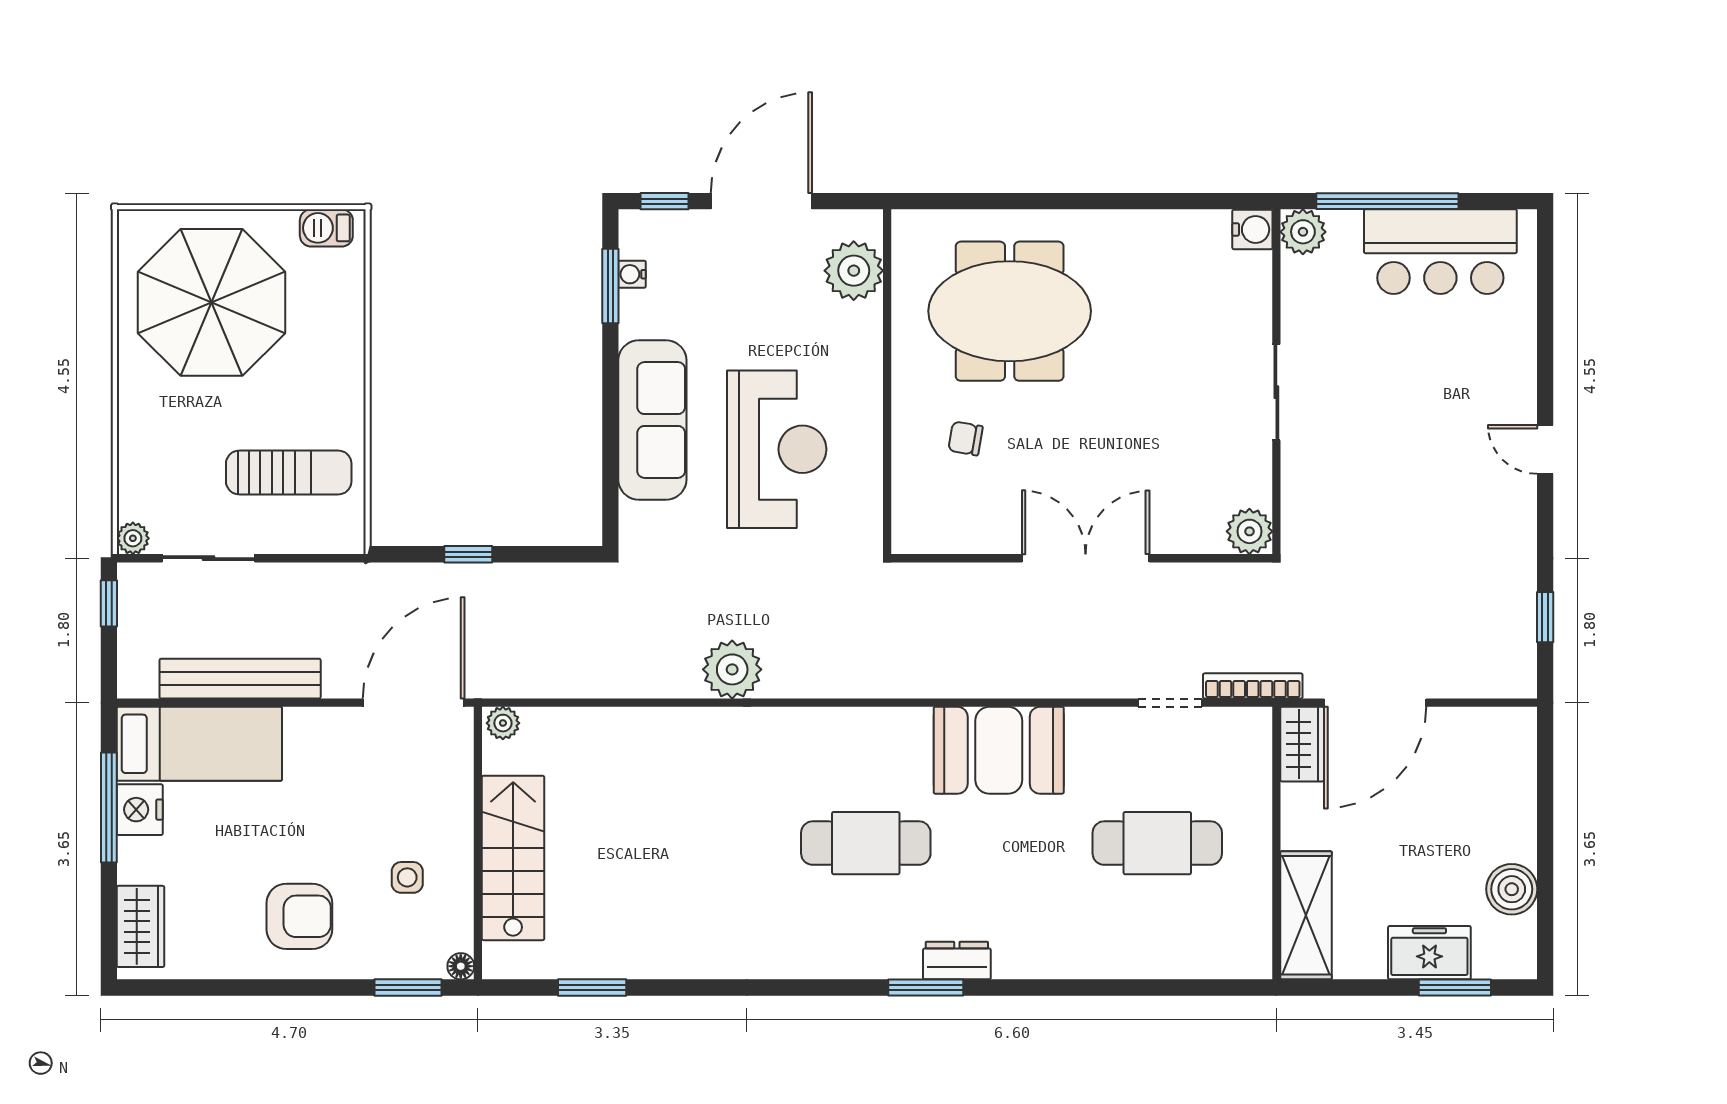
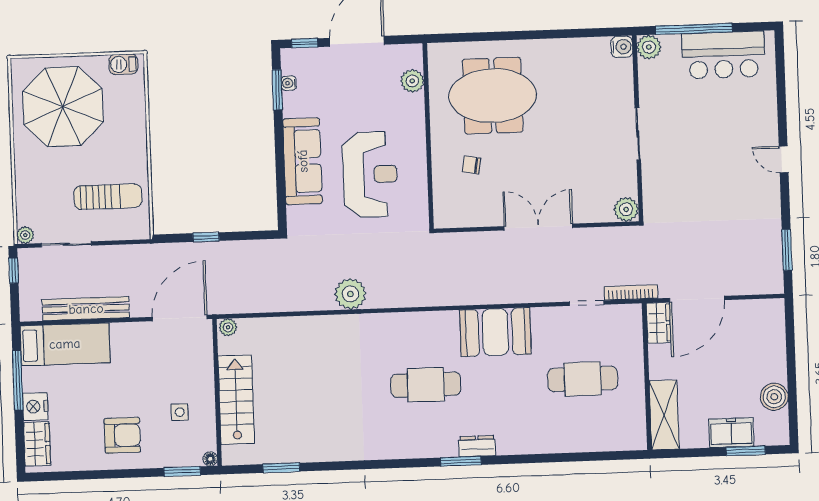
plant: (854, 271) -> (412, 81), width x0.73, depth x0.73
window: (1545, 617) -> (787, 250), width x1.50
nightstand: (140, 810) -> (35, 406), moved

